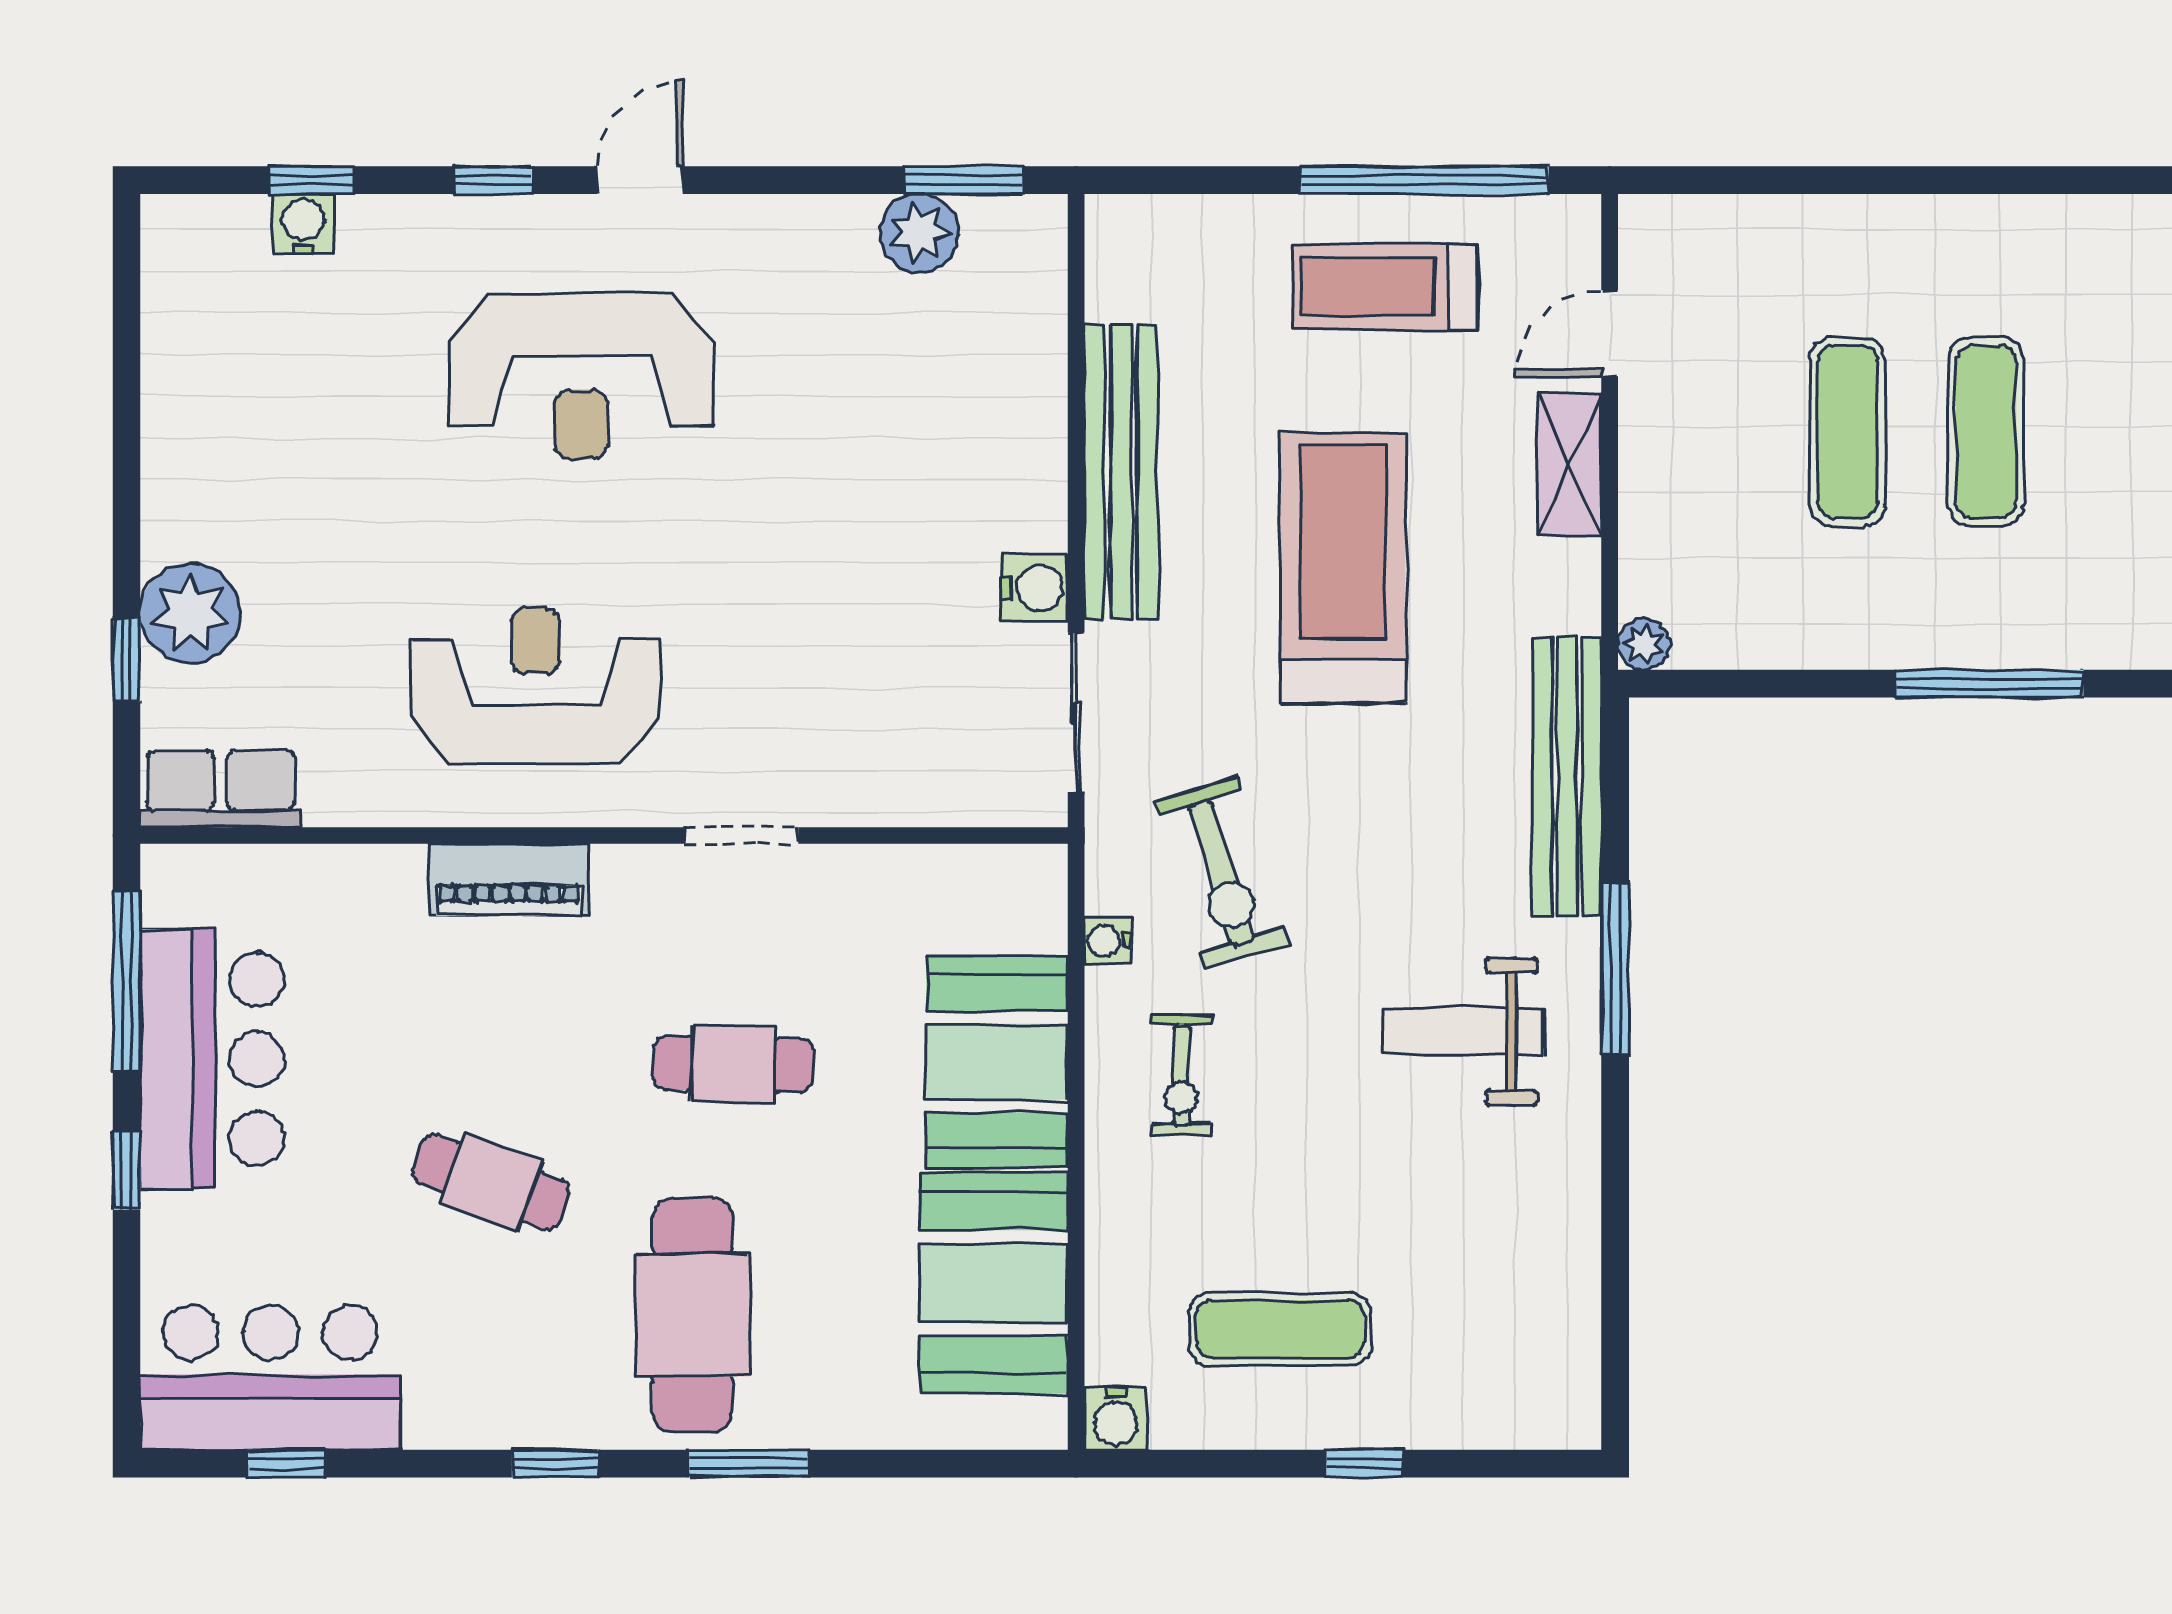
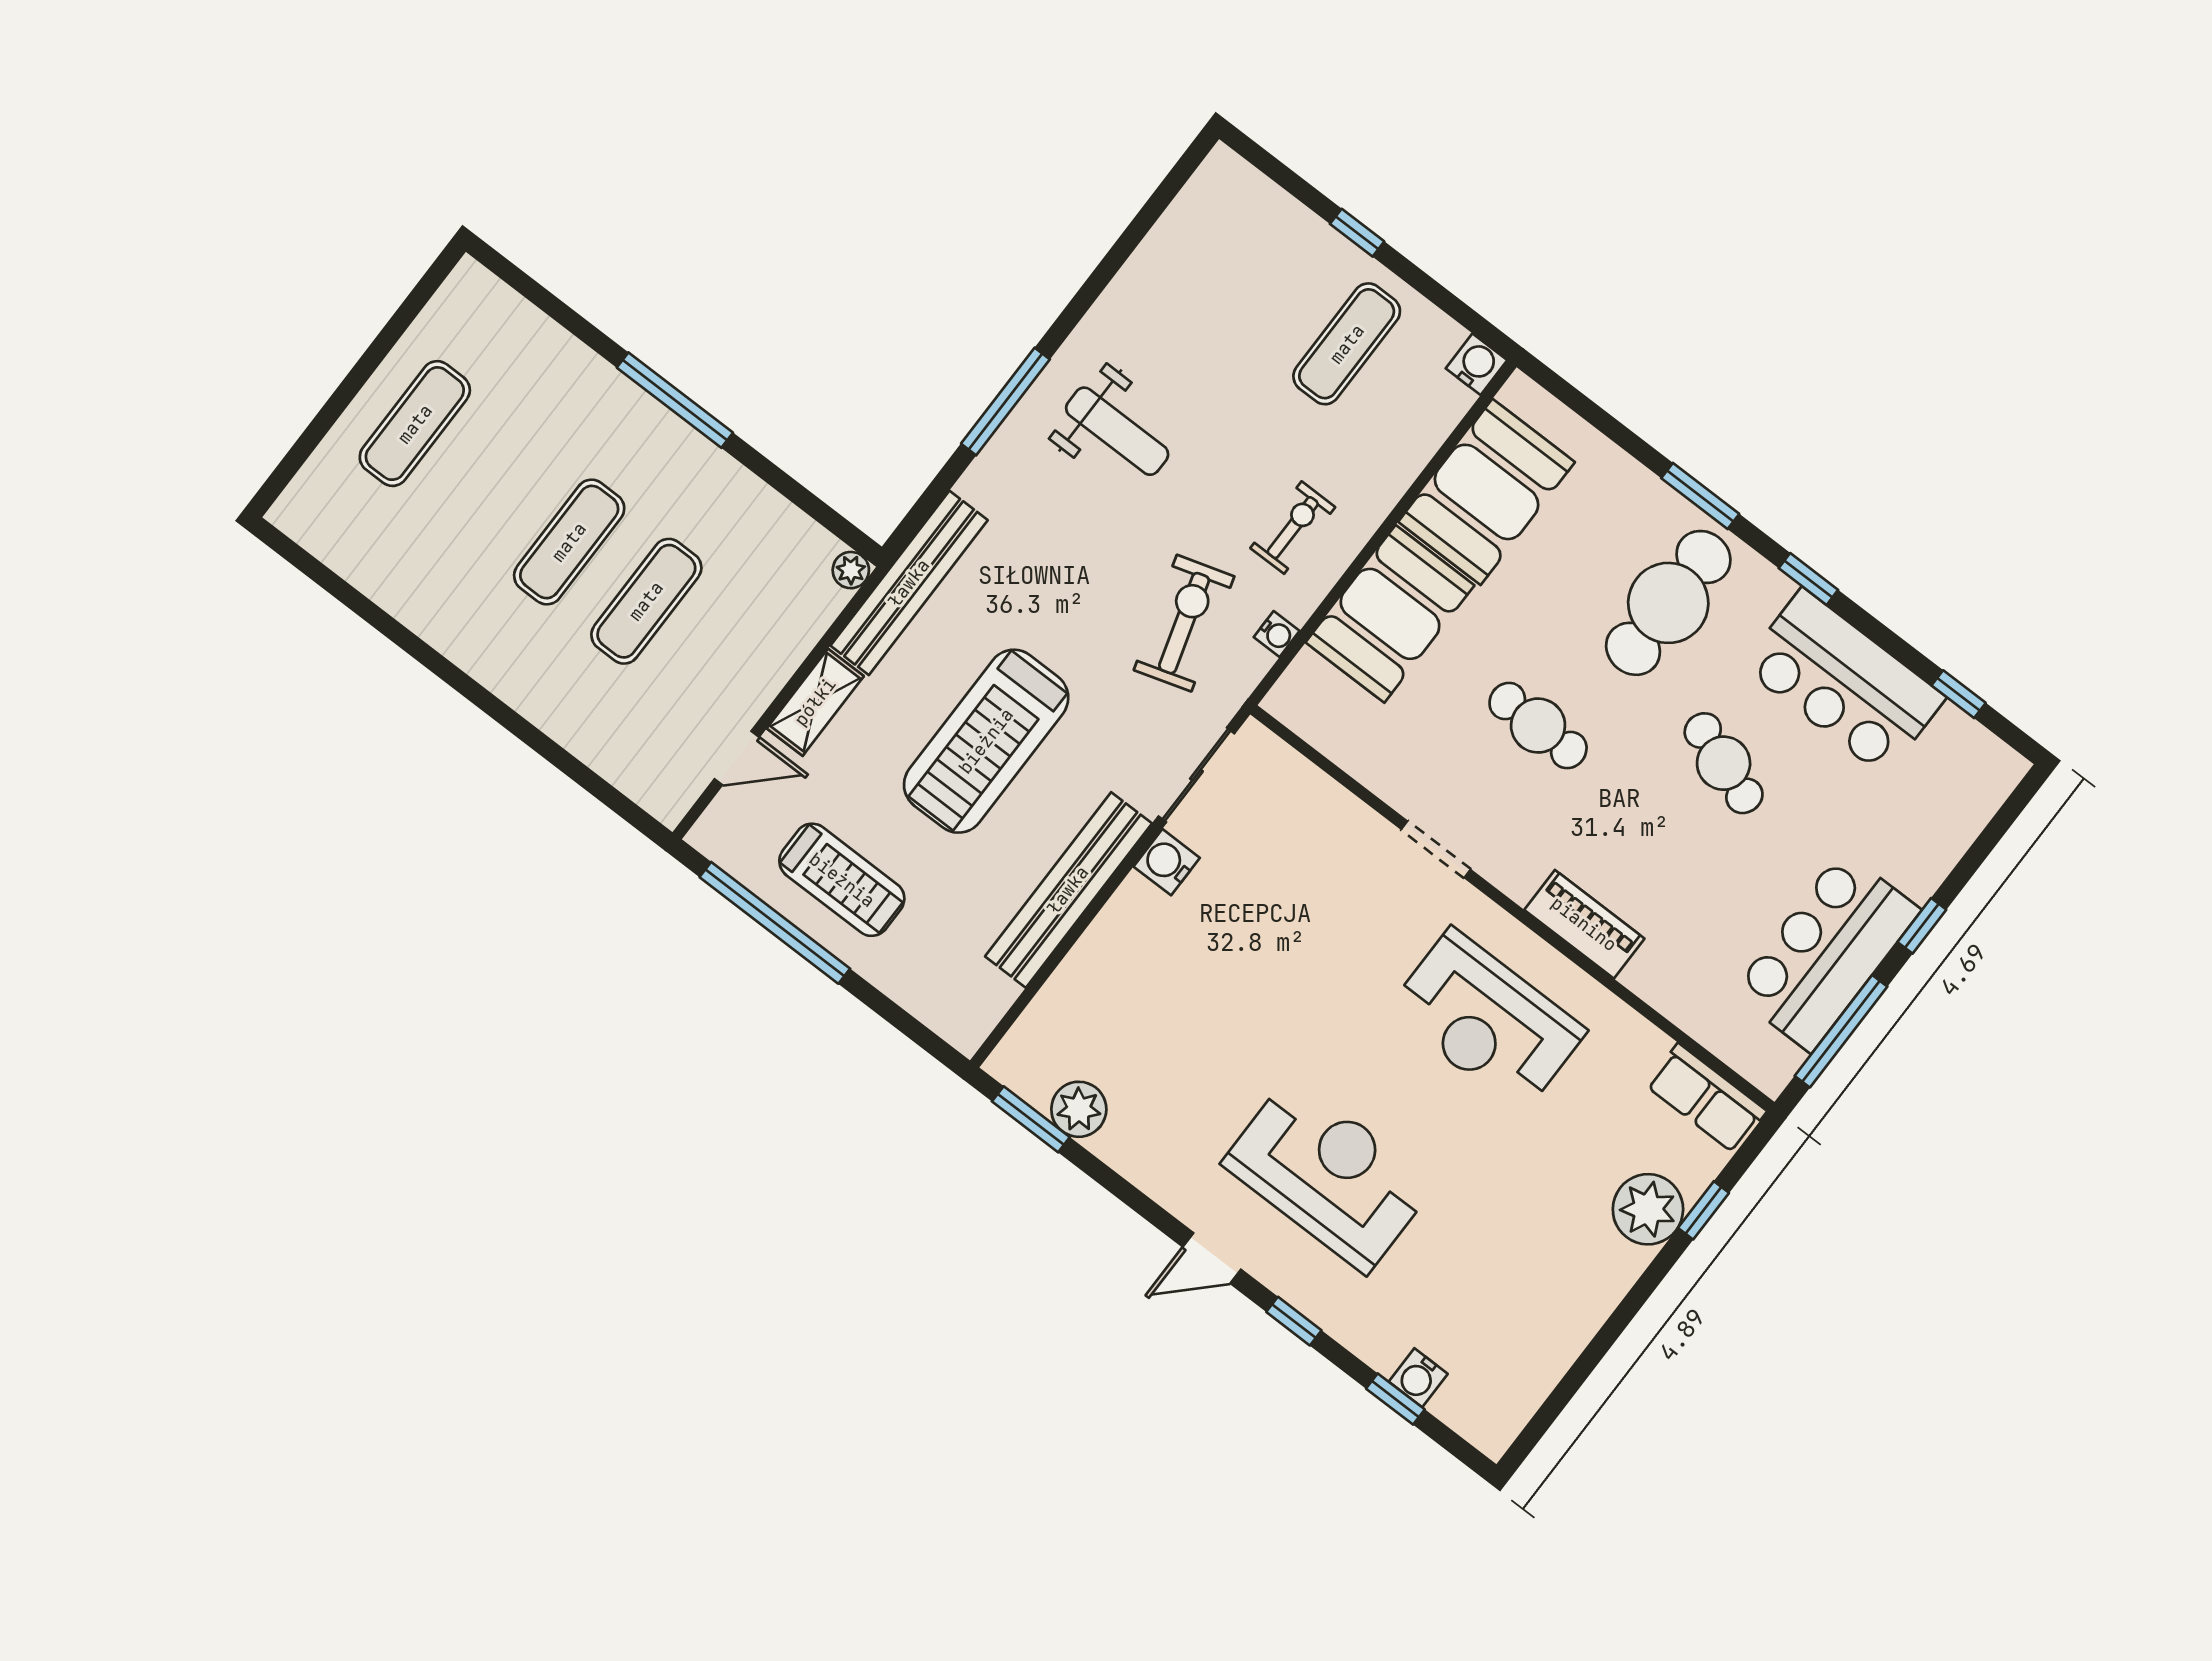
bench: (1567, 776) -> (909, 583), moved
exercise mat: (1280, 1329) -> (1347, 344), turned 90
bar counter: (270, 1378) -> (1843, 682), moved

